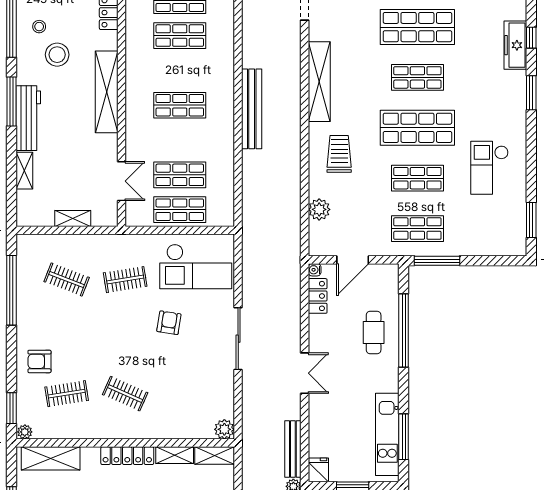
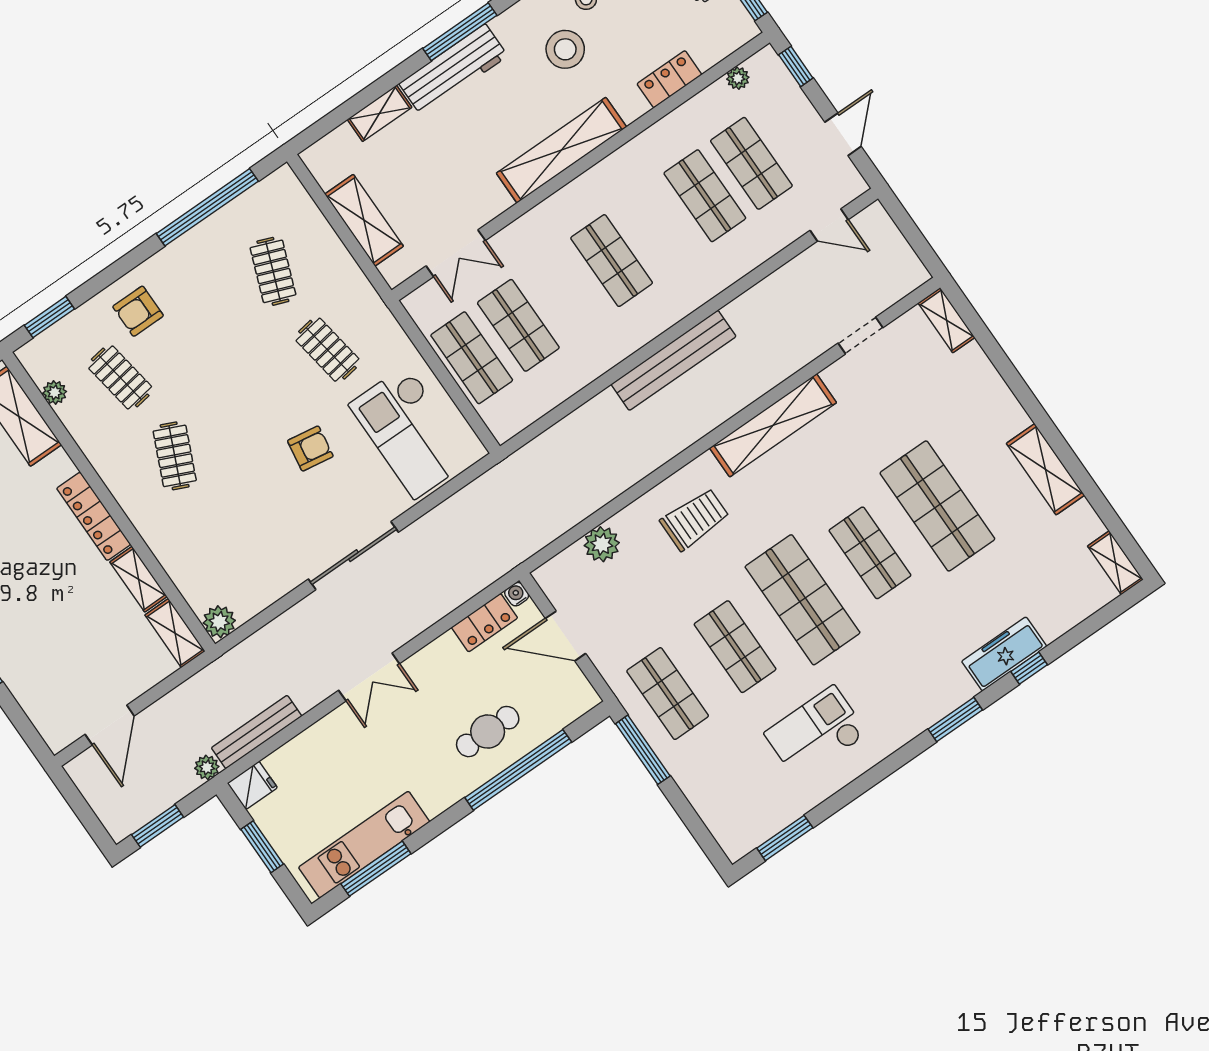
shelving: (73, 218) -> (364, 220), width x1.50, depth x1.33
armchair: (39, 361) -> (138, 311), turned -90
plant: (25, 432) -> (55, 392), moved

